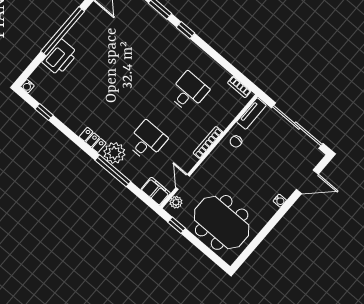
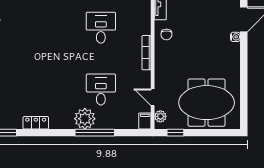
locker: (93, 140) -> (36, 123), moved
filing cabinet: (156, 191) -> (145, 121), width x0.50
water cooler: (280, 201) -> (235, 37), moved

